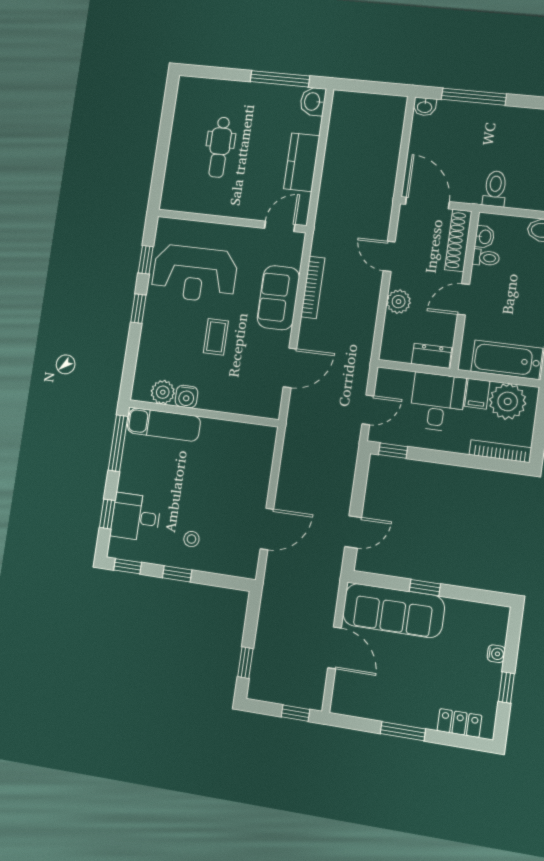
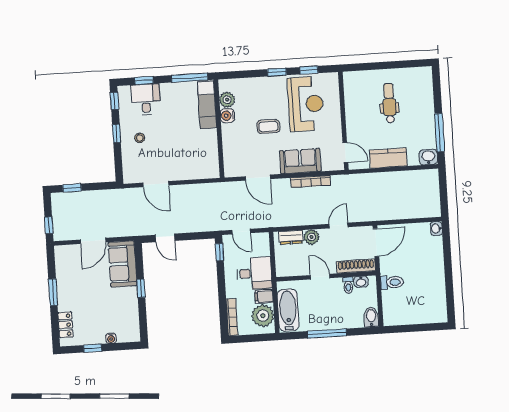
window: (474, 97) -> (447, 258), removed
dental chair: (220, 147) -> (389, 103), turned 90
reception desk: (195, 274) -> (306, 104), turned 180
dresser: (432, 356) -> (291, 237), moved, turned 90
sofa: (393, 611) -> (123, 264), width x0.73

